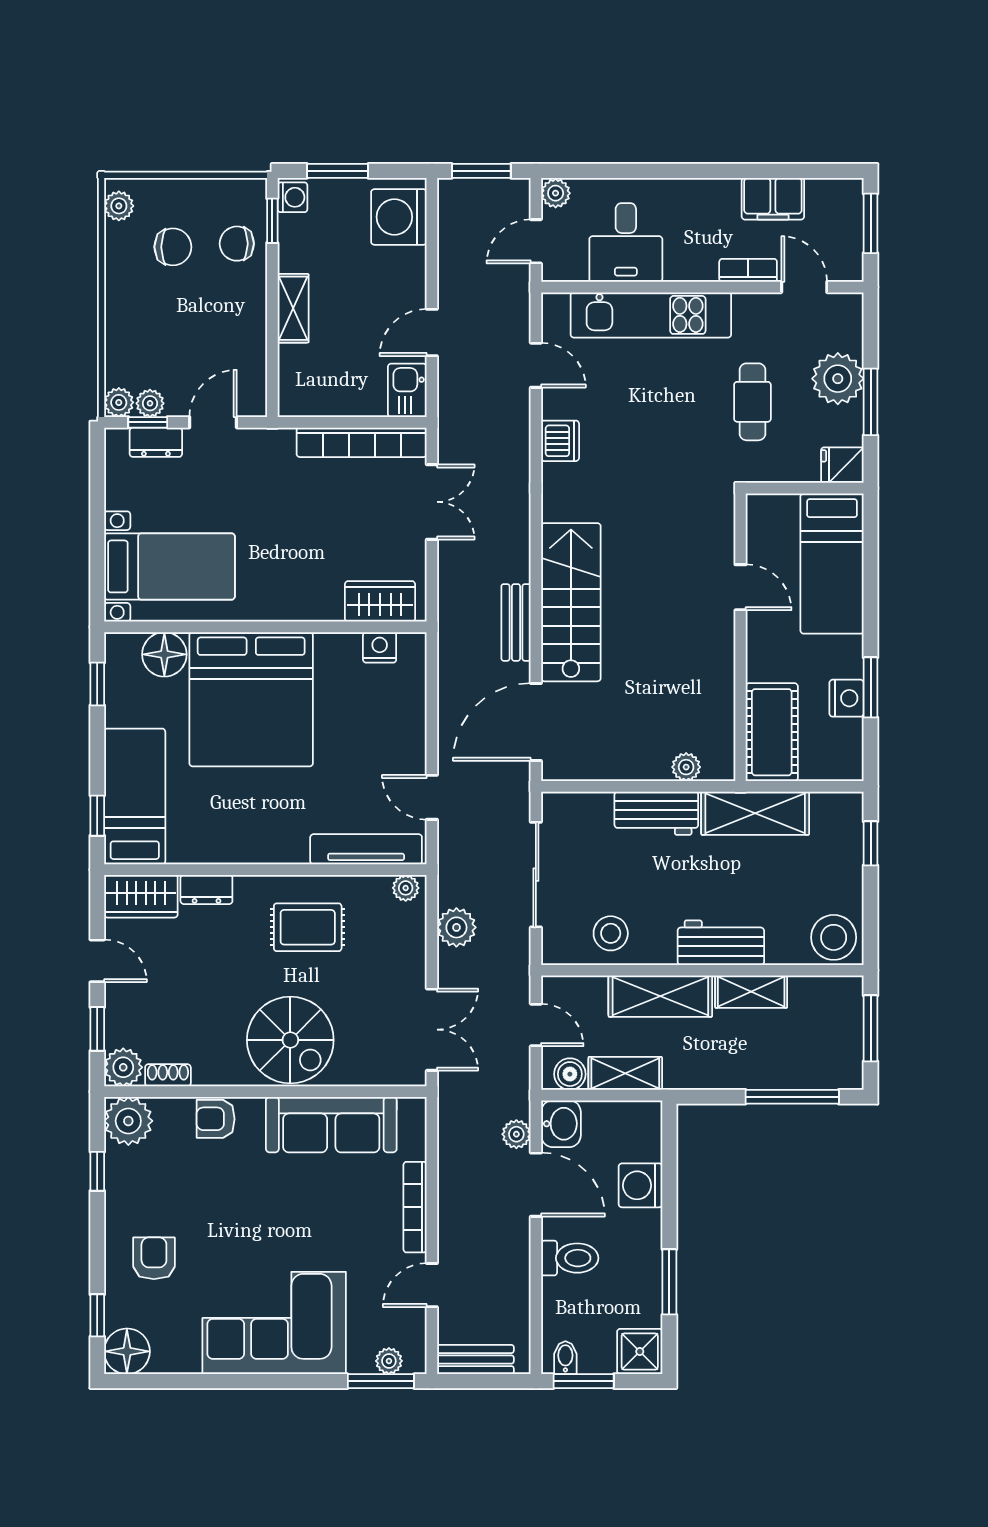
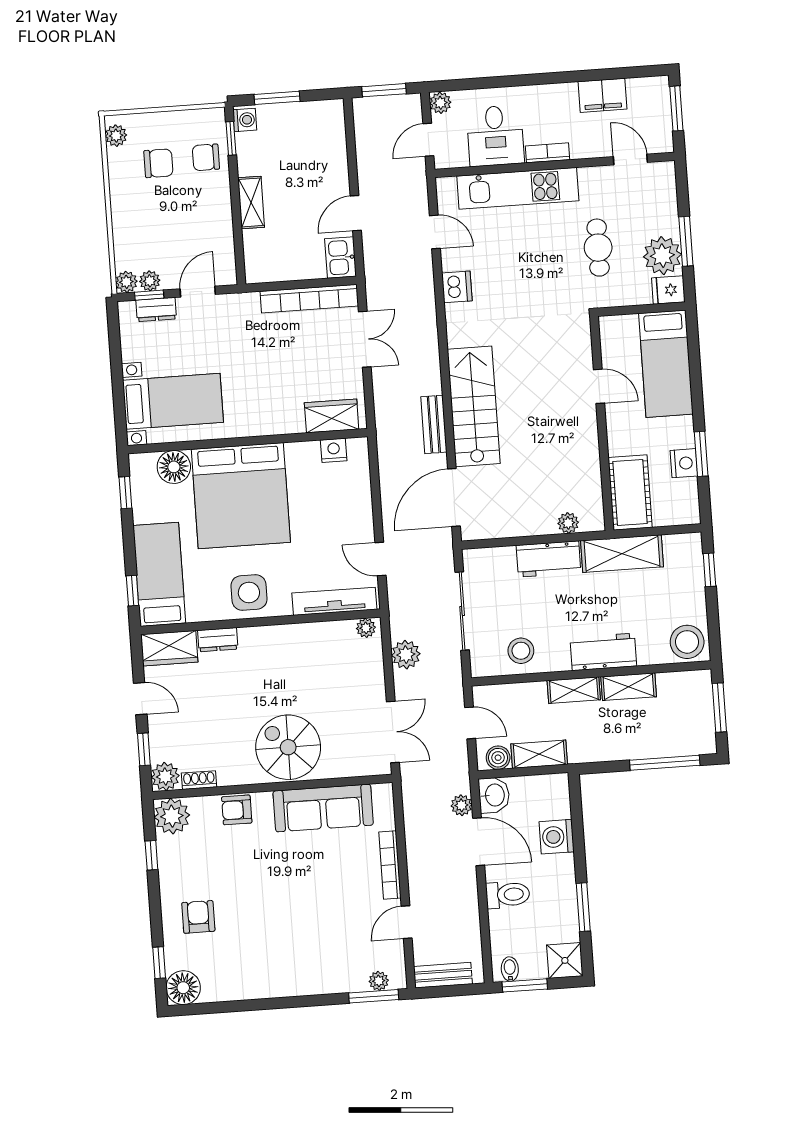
washing machine: (399, 217) -> (325, 129), removed
bookcase: (748, 270) -> (548, 153), moved
plant: (838, 379) -> (662, 256), moved
side table: (253, 829) -> (249, 592), added
rug: (308, 927) -> (295, 662), removed
shelving: (660, 996) -> (574, 690), width x0.67, depth x0.75
spiral stairs: (290, 1040) -> (288, 747), turned 180
corner sofa: (274, 1323) -> (291, 959), removed

